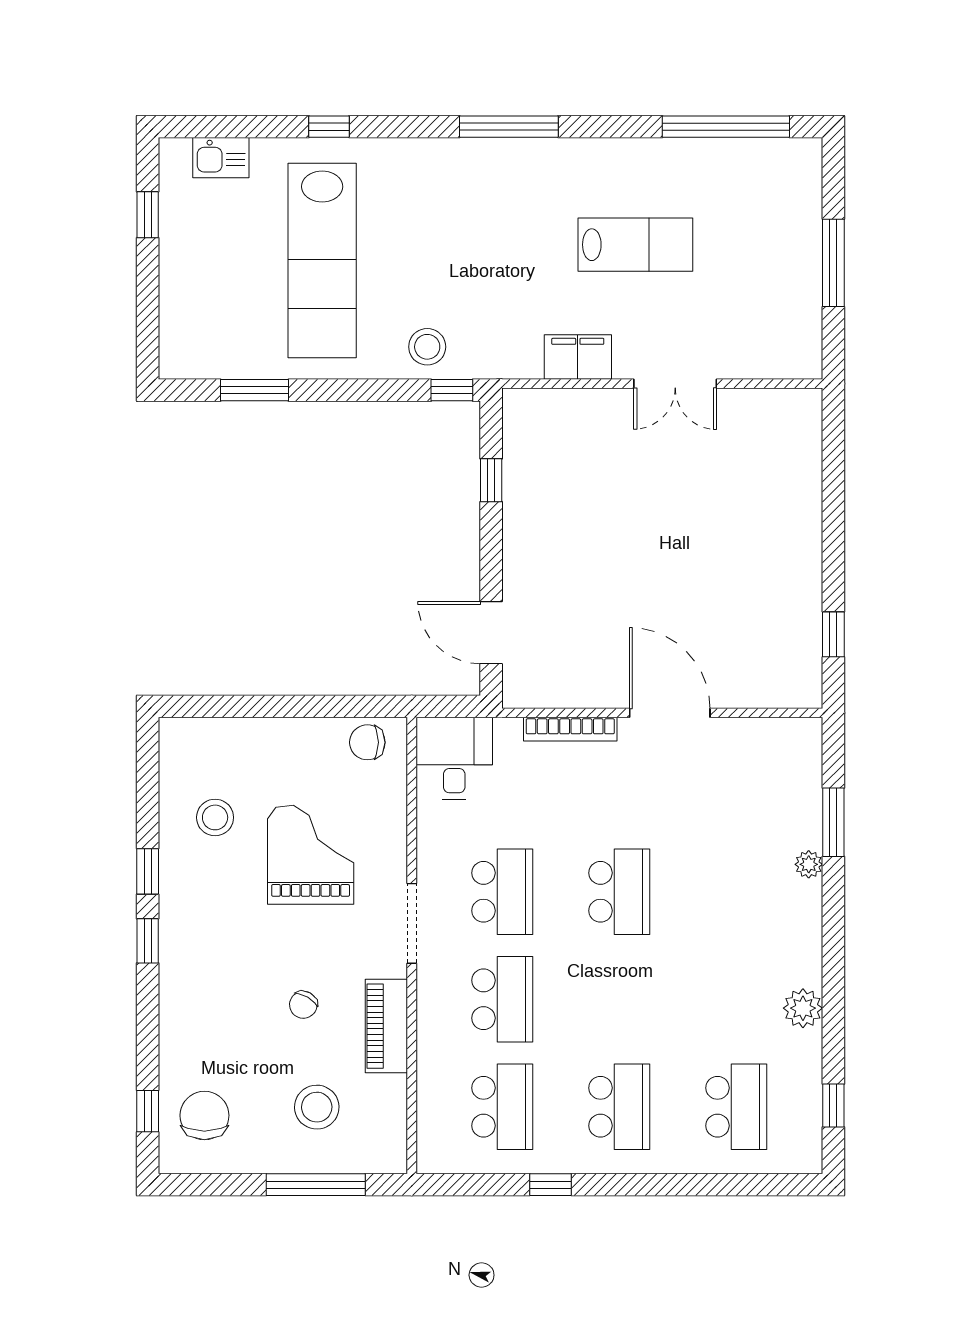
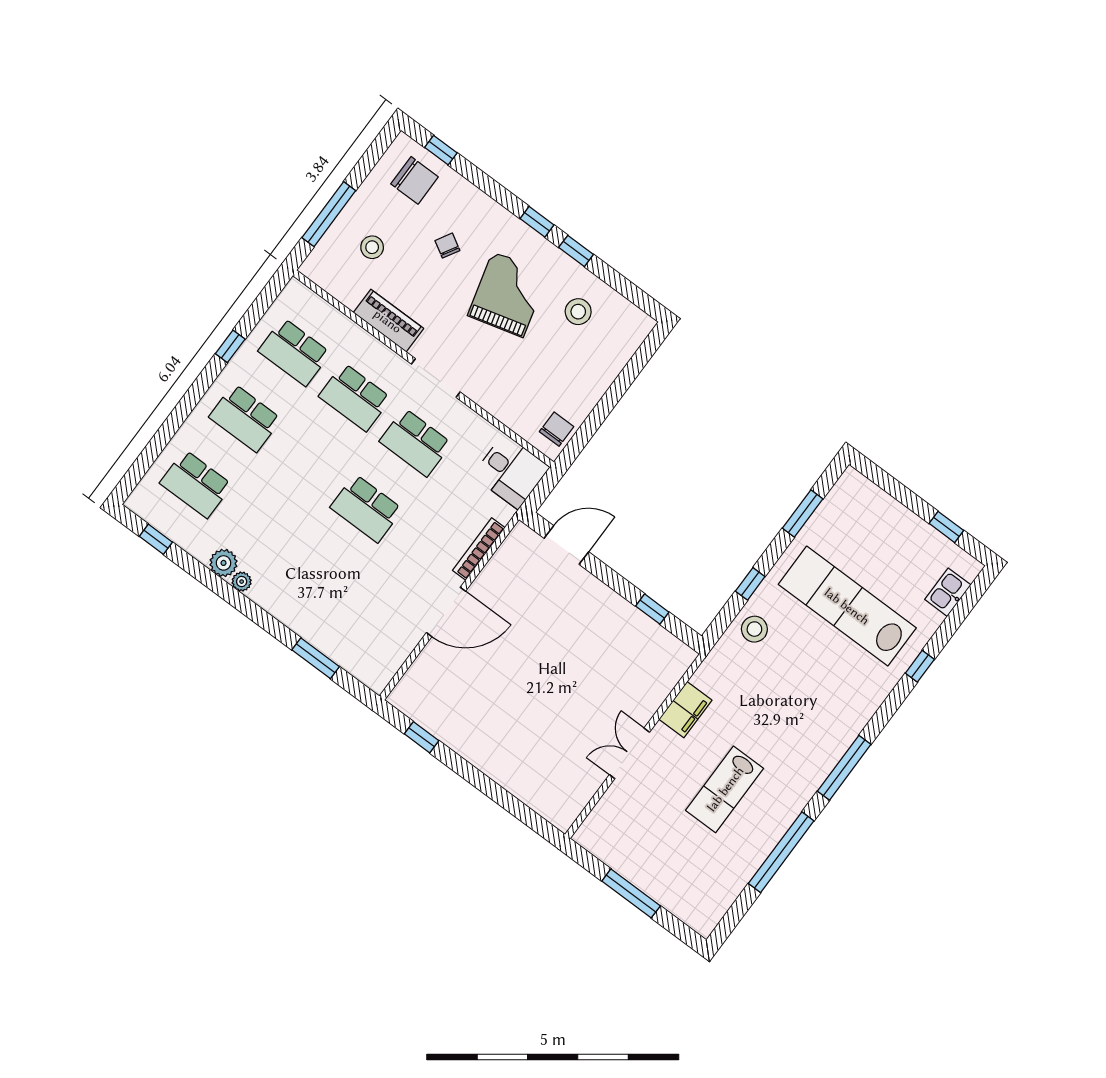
window: (726, 127) -> (781, 852), moved
window: (452, 390) -> (750, 584), moved
grand piano: (311, 855) -> (508, 294), moved, turned -105
plant: (809, 864) -> (242, 582), moved
chair: (303, 1005) -> (447, 246), moved
stool: (317, 1107) -> (372, 247), width x0.73, depth x0.73

